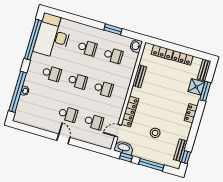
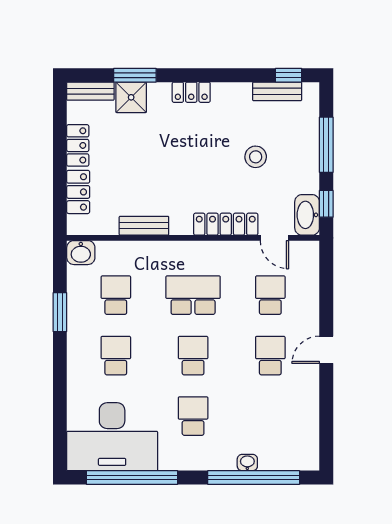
school desk: (104, 89) -> (193, 295), width x1.85

